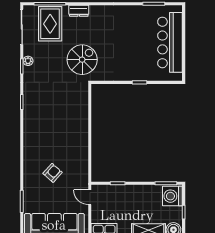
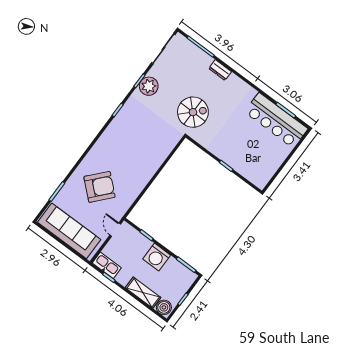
rug: (50, 24) -> (189, 63), removed
bar counter: (170, 42) -> (276, 120), moved, turned -90
plant: (28, 61) -> (149, 86), width x1.87, depth x1.87
armchair: (53, 173) -> (99, 187), width x1.88, depth x1.88
washing machine: (172, 196) -> (157, 257), moved, turned -90

